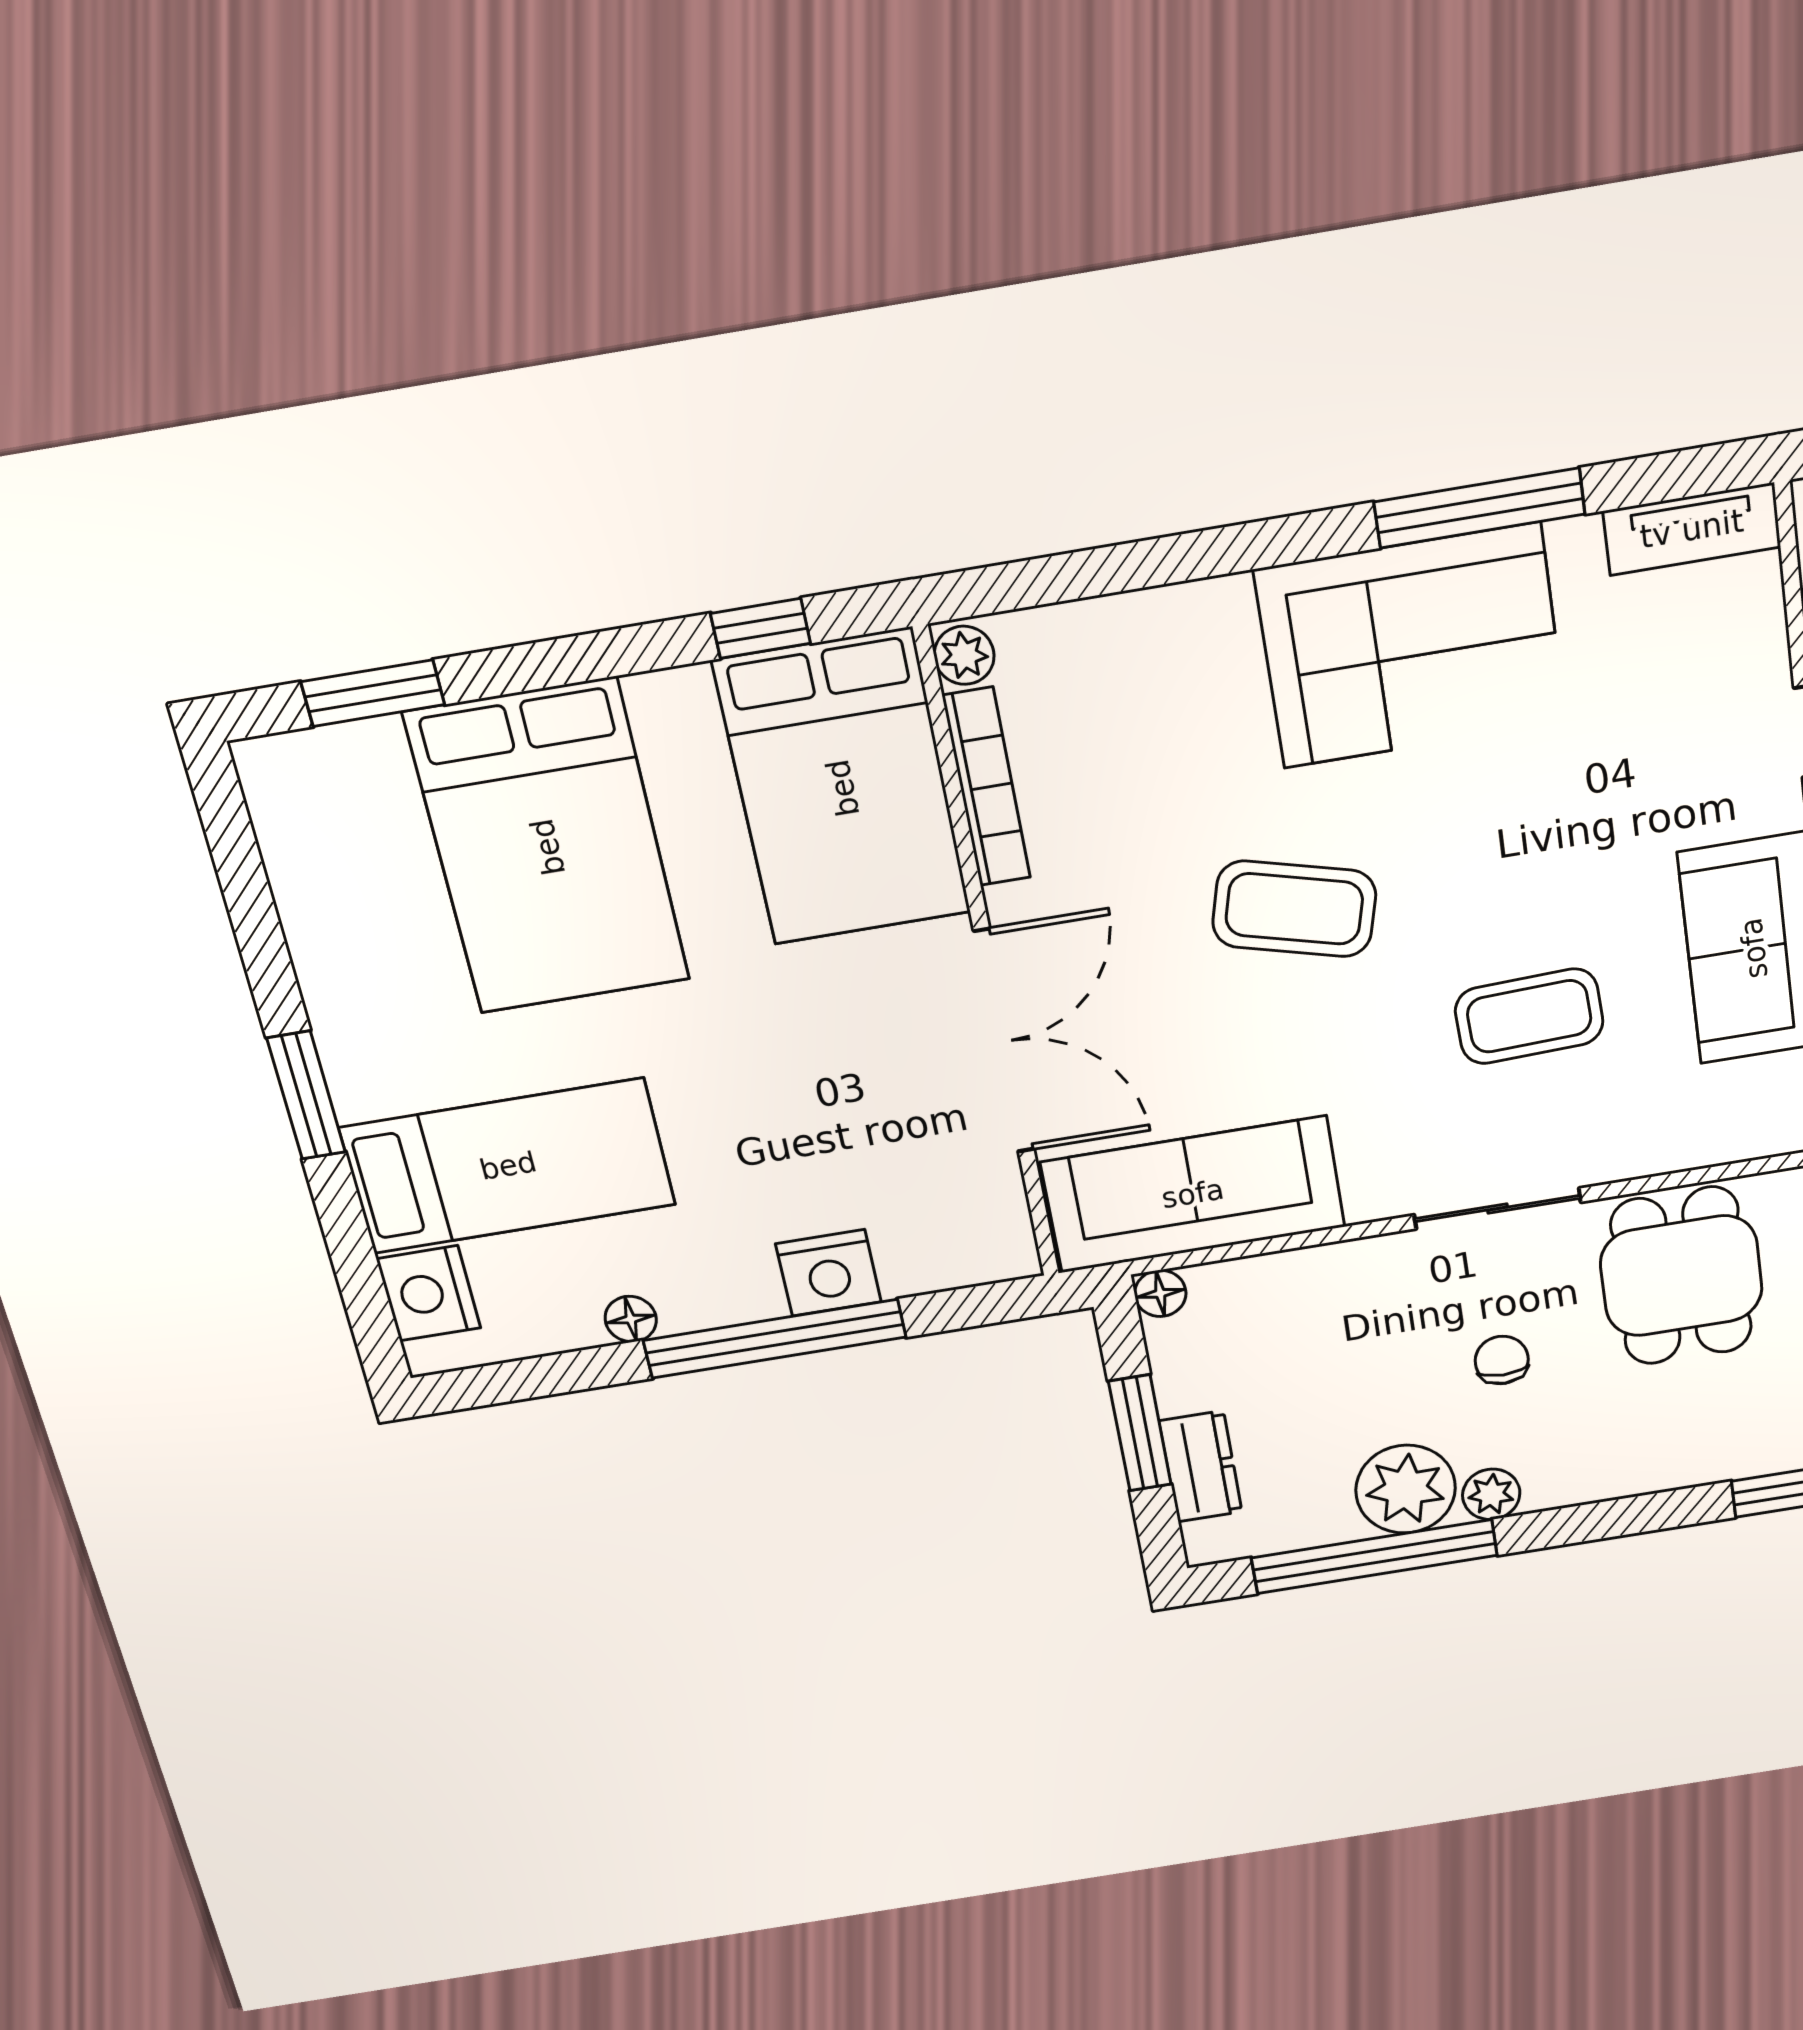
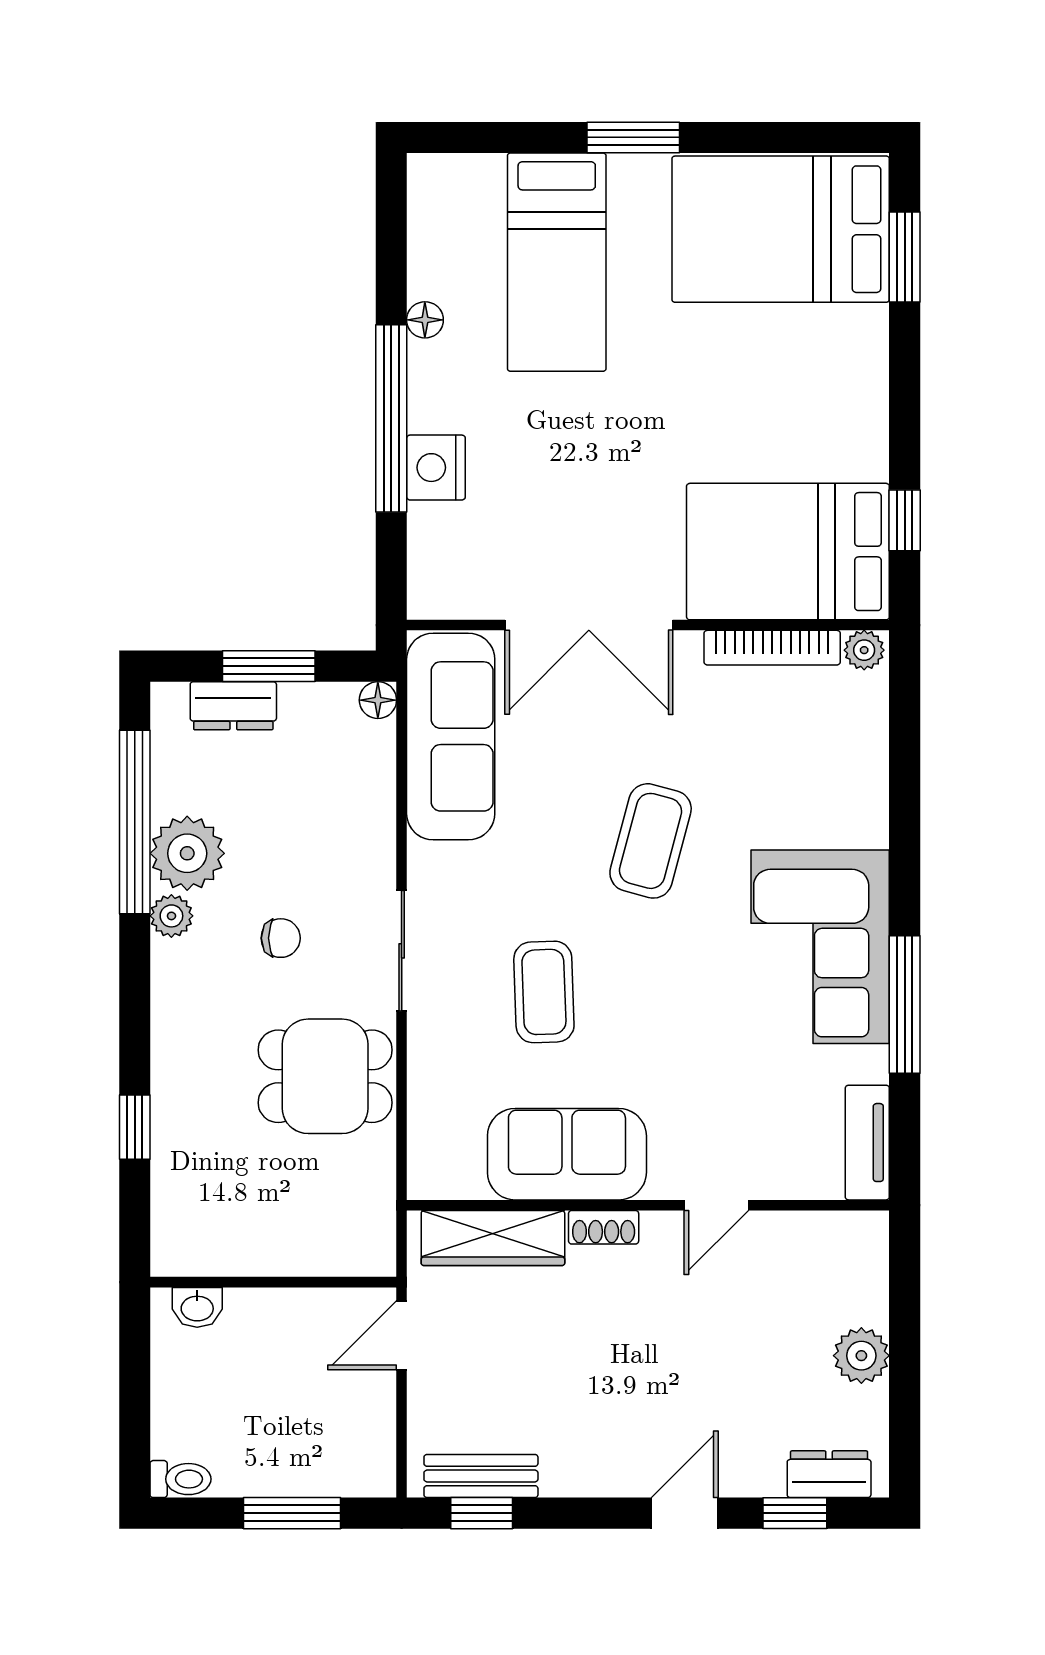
bed: (548, 847) -> (781, 229), moved
nightstand: (429, 1293) -> (470, 183), removed

